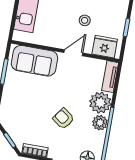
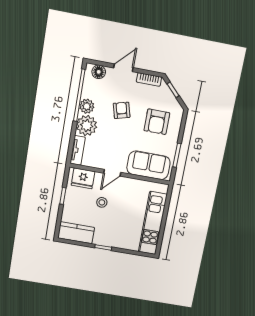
armchair: (26, 107) -> (157, 122), added
armchair: (63, 119) -> (122, 110), turned -141

